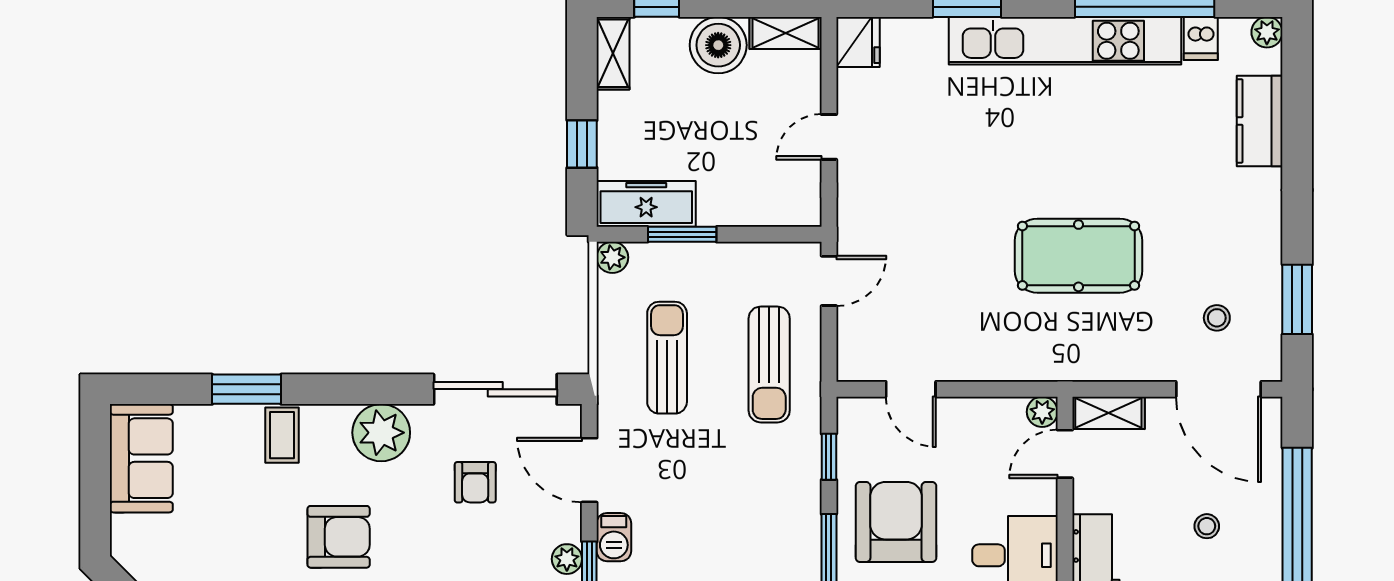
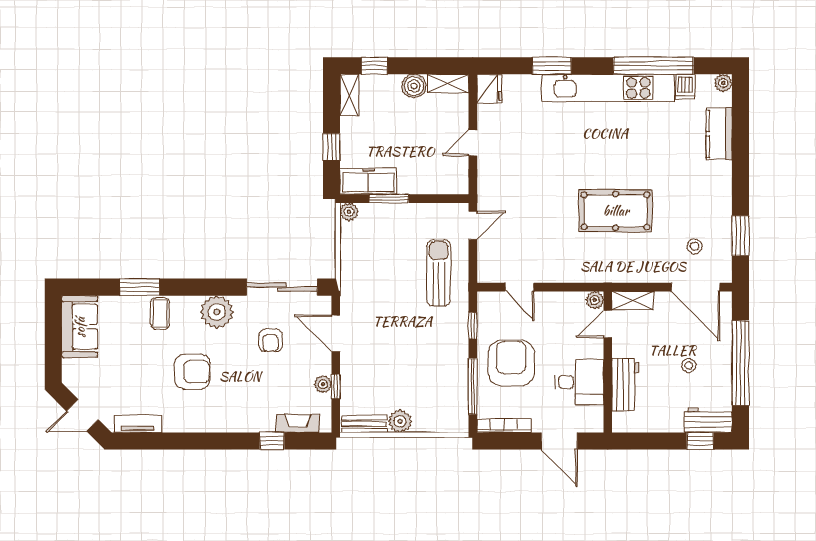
boiler: (718, 45) -> (414, 86), width x0.73, depth x0.73
sun lounger: (667, 358) -> (380, 269), removed
sun lounger: (769, 364) -> (439, 273), turned 180
barbecue: (614, 537) -> (350, 372), removed

